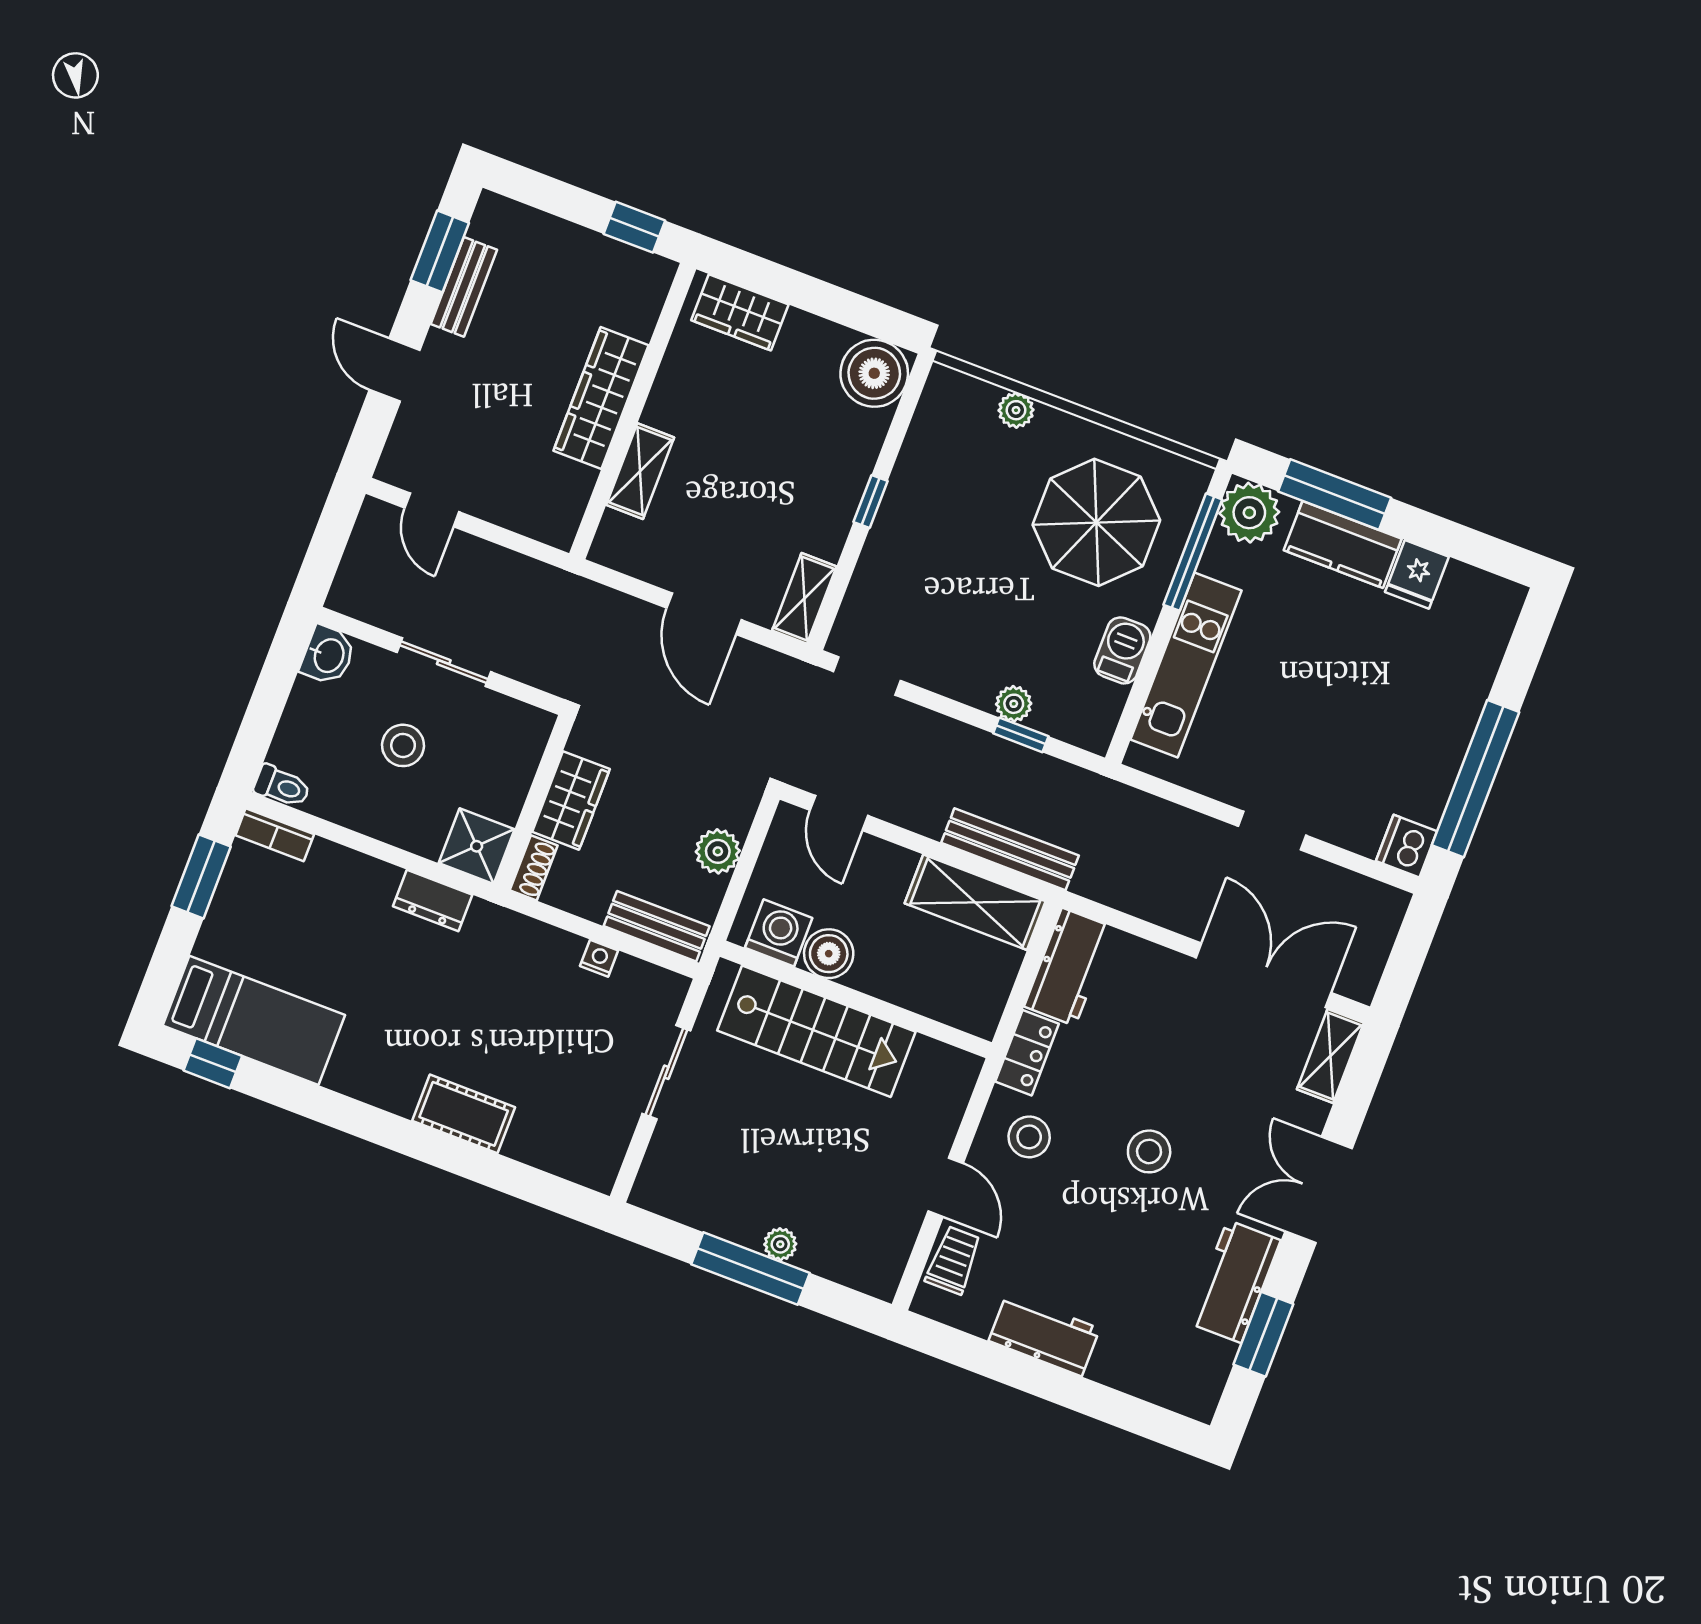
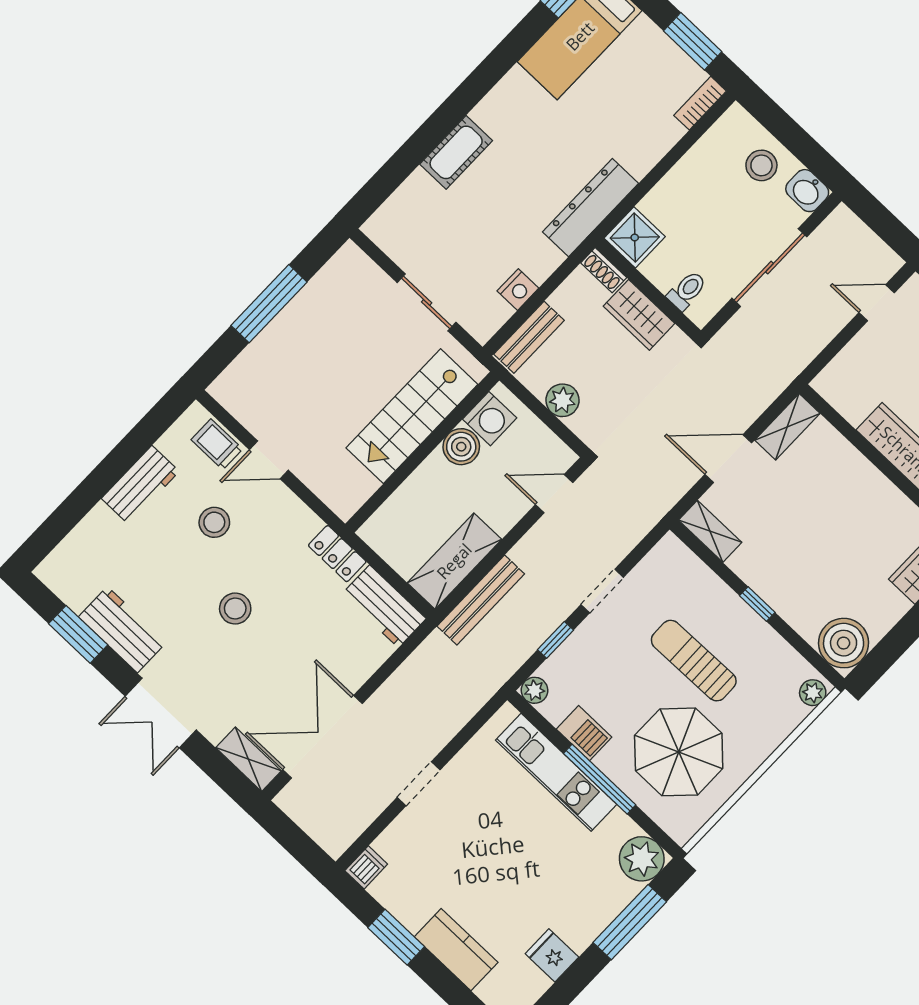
plant: (1016, 410) -> (813, 693), moved
shelving: (640, 471) -> (787, 427), moved, turned 90
kitchen counter: (1343, 545) -> (456, 950), moved, turned 90
sun lounger: (974, 551) -> (694, 661), added
window: (1193, 552) -> (600, 779), moved
sliding door: (444, 662) -> (769, 268), width x1.37
doorway: (867, 676) -> (602, 591), moved
plant: (1014, 704) -> (535, 690), moved
stool: (403, 745) -> (761, 165), moved
window: (1476, 779) -> (396, 937), width x0.47
toilet: (282, 786) -> (687, 291), moved, turned 180
dishwasher: (1406, 846) -> (366, 867), width x0.73
dresser: (433, 901) -> (591, 208), width x1.96, depth x1.24
nightstand: (599, 958) -> (518, 290), width x1.39, depth x1.35
double door: (1264, 975) -> (323, 737), swing flipped
stool: (1029, 1137) -> (214, 522), moved
double door: (1319, 1190) -> (161, 713), swing flipped
plant: (780, 1244) -> (277, 331), removed
trolley: (953, 1260) -> (217, 444), turned 180

